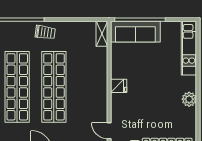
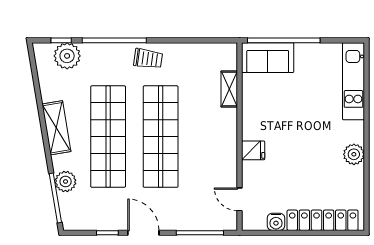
sofa: (135, 32) -> (268, 58), width x0.73
shelving: (102, 34) -> (229, 89), moved
fridge: (119, 86) -> (253, 150), moved

